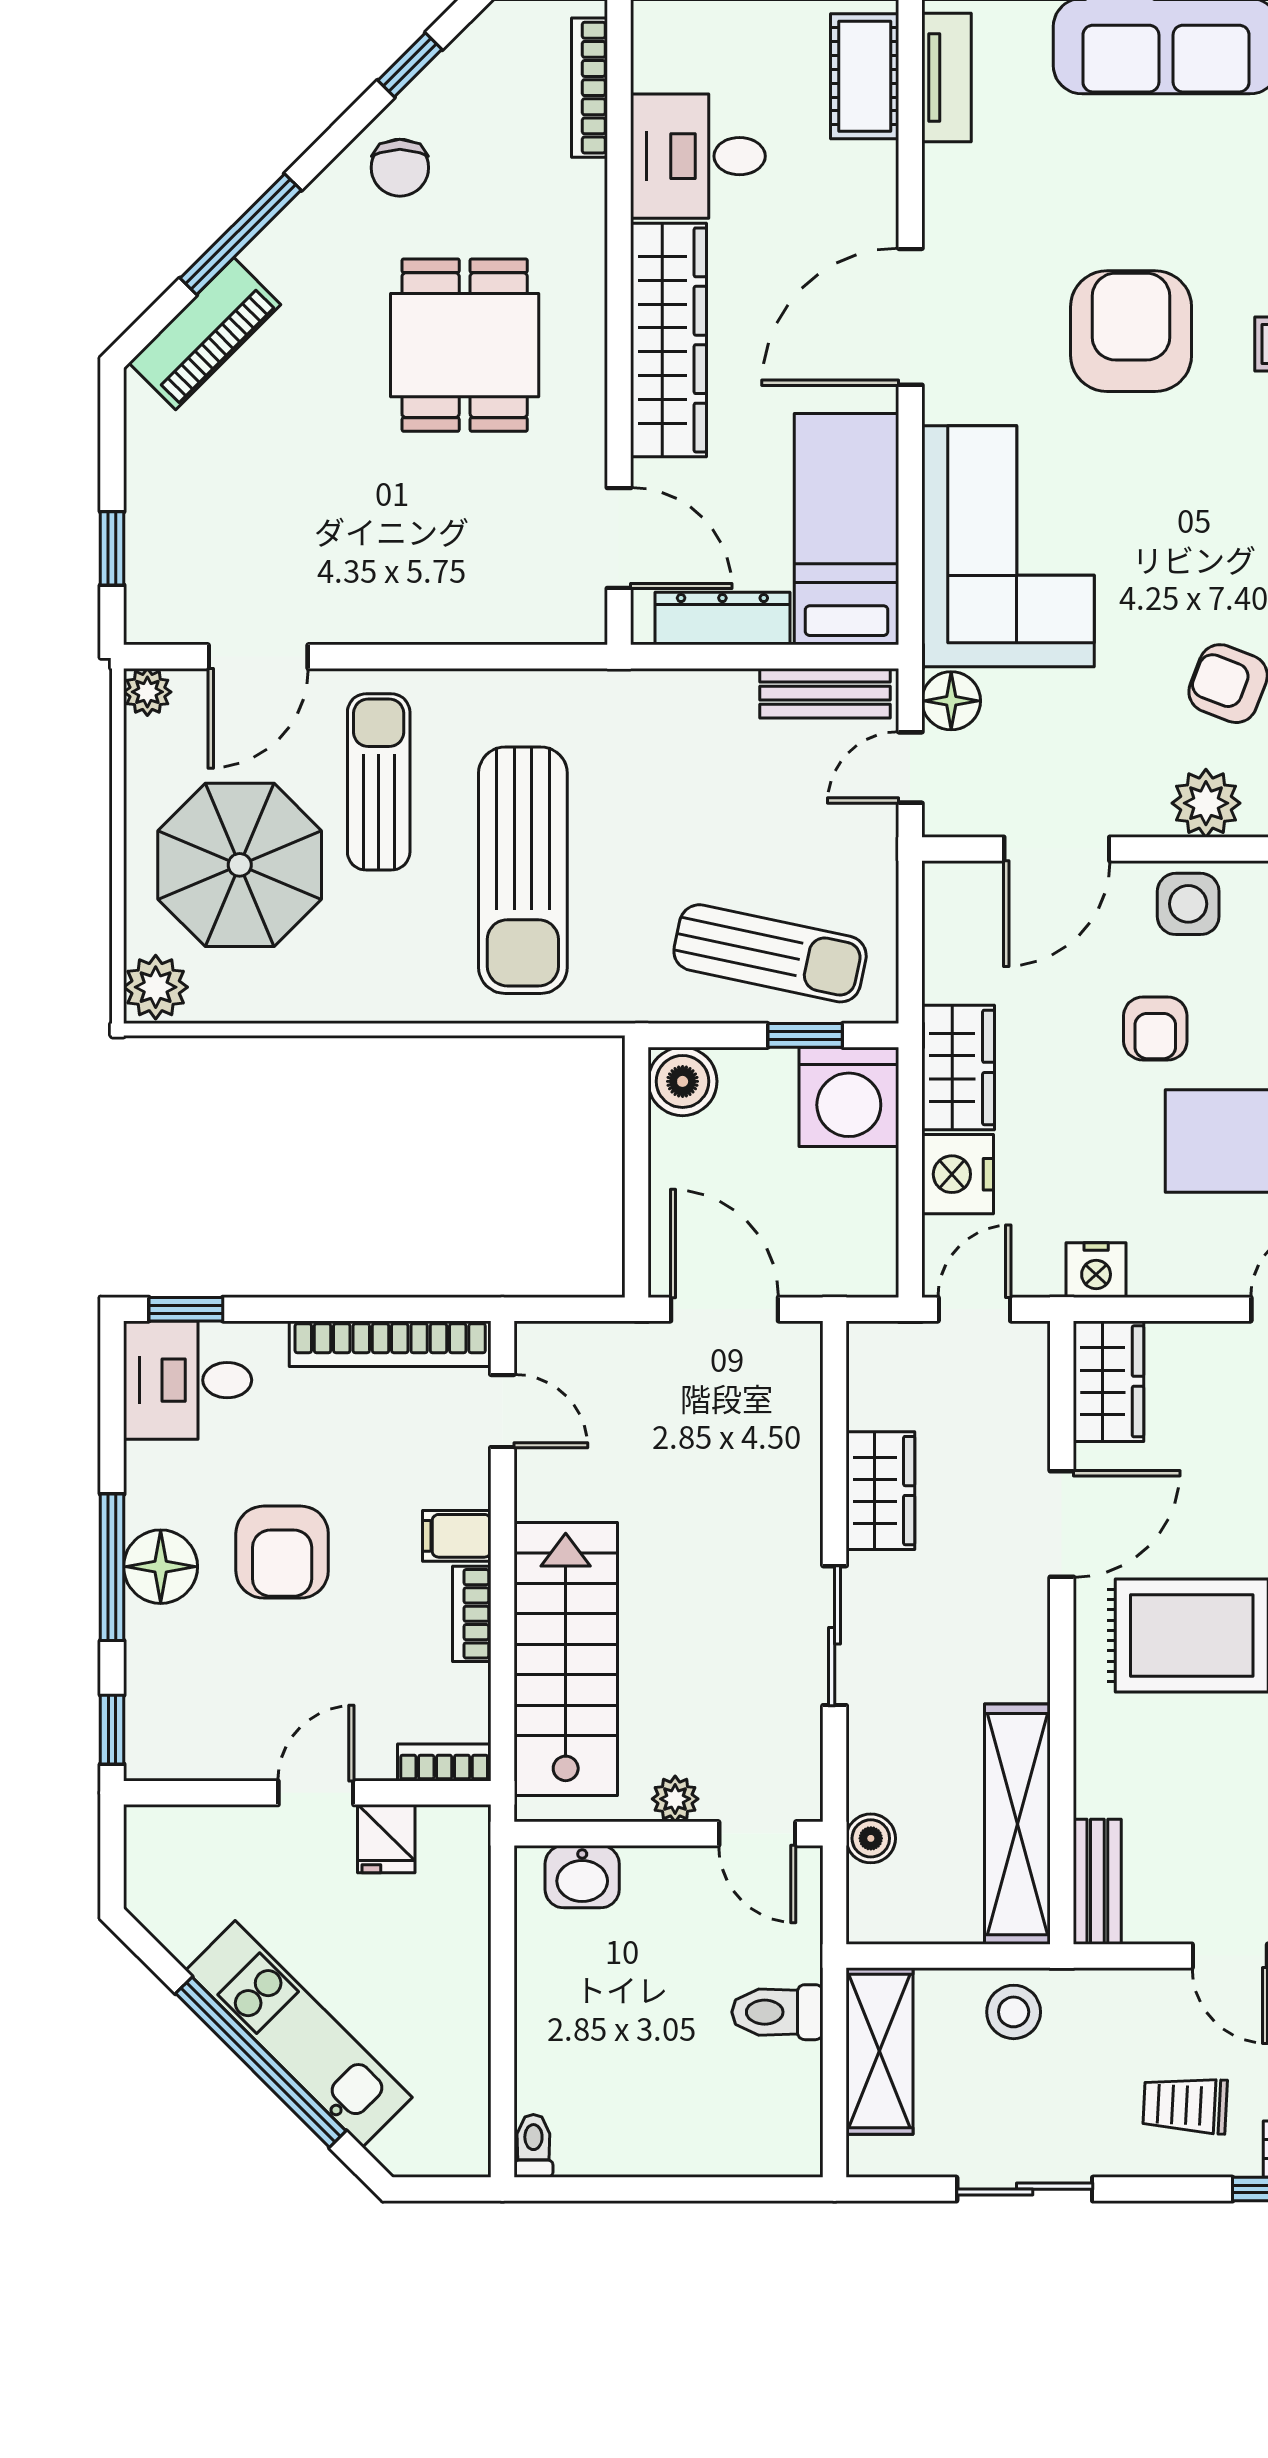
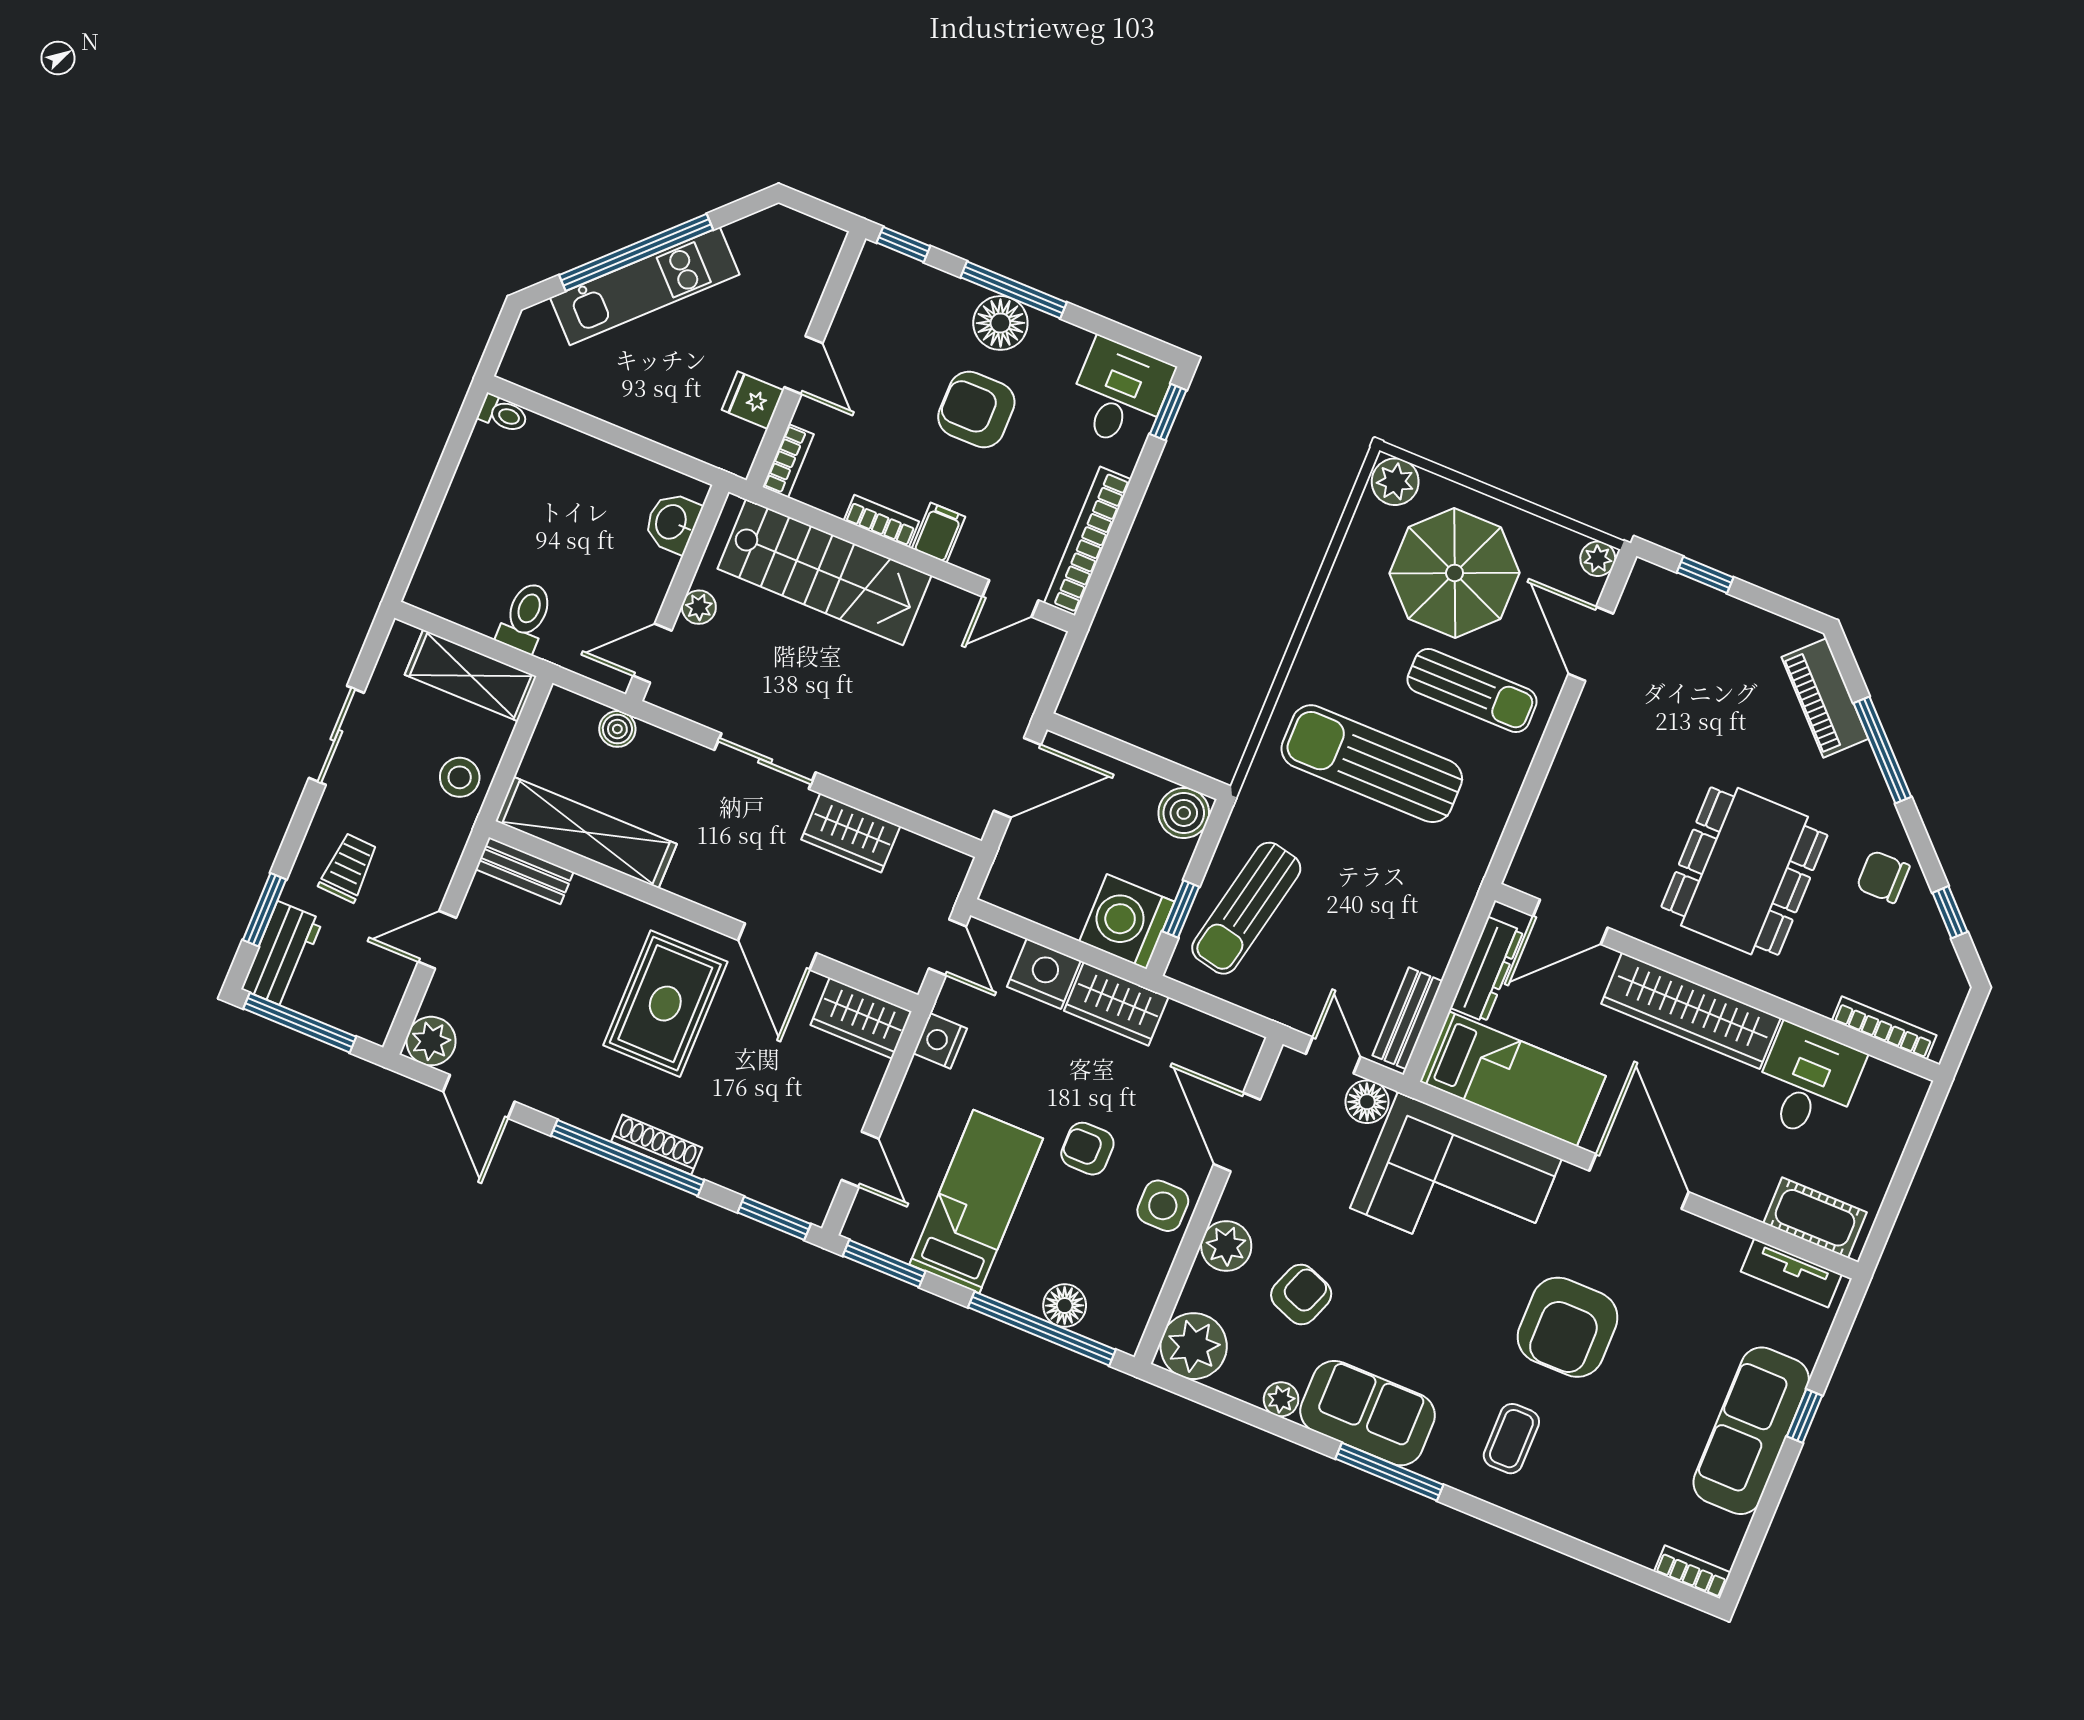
armchair: (1131, 331) -> (1568, 1327), turned 90
dining table: (465, 345) -> (1744, 871), width x1.38

